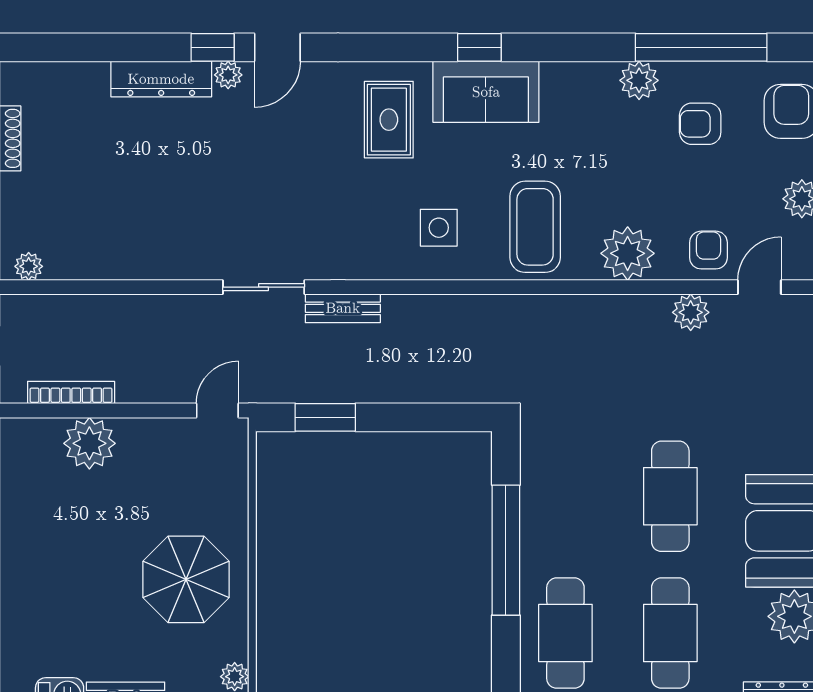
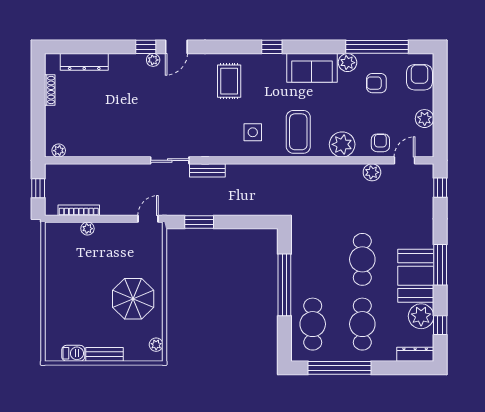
dresser: (161, 79) -> (84, 62), moved
sofa: (486, 92) -> (312, 68), moved
plant: (89, 443) -> (87, 229), width x0.53, depth x0.53

